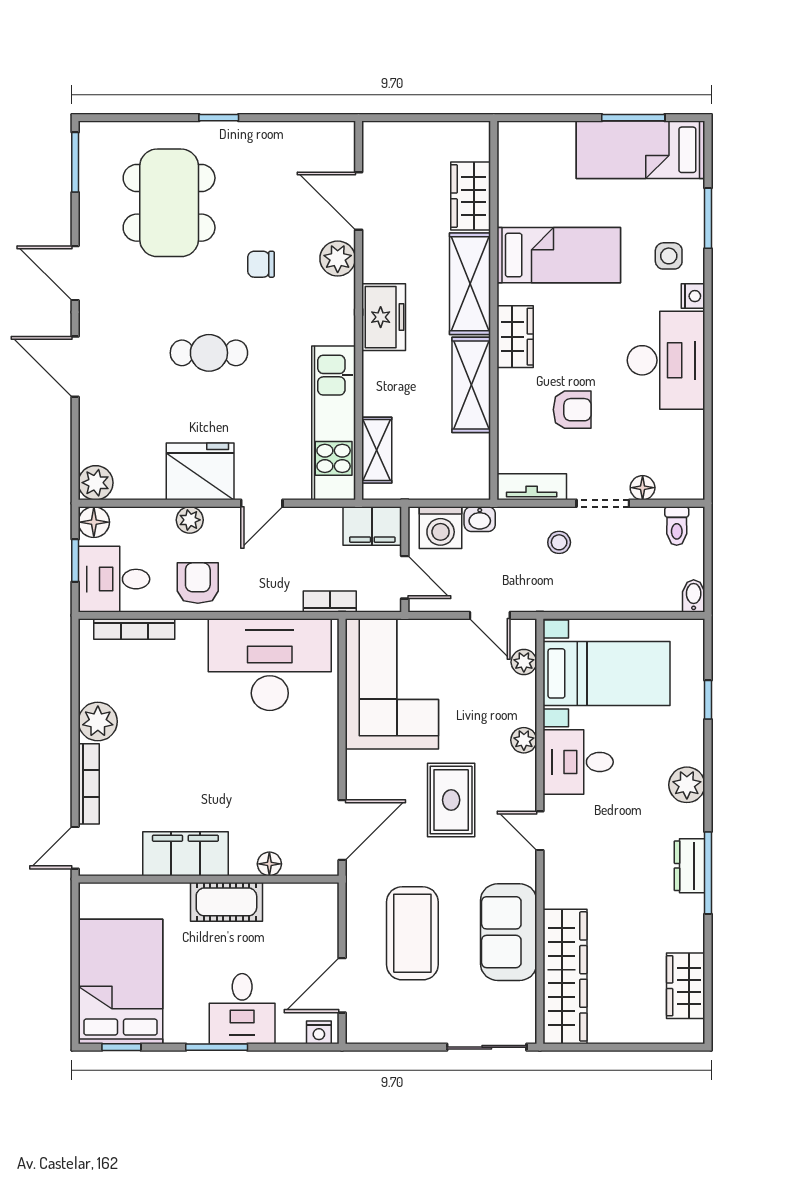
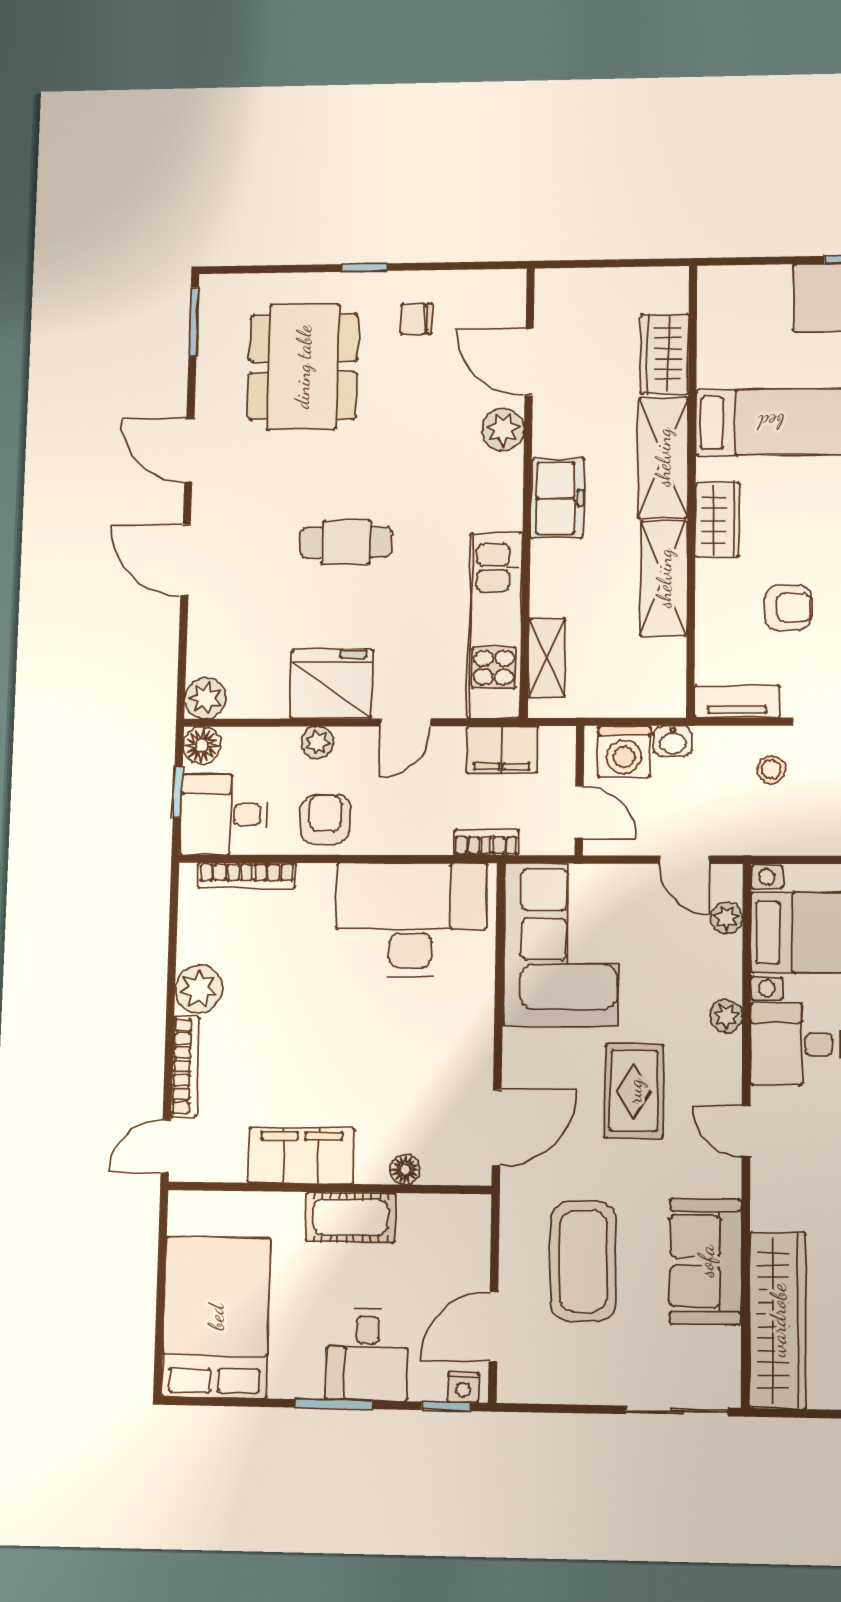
chair: (261, 264) -> (417, 319), moved
filing cabinet: (372, 526) -> (502, 750), moved
window: (121, 1047) -> (446, 1406), moved

